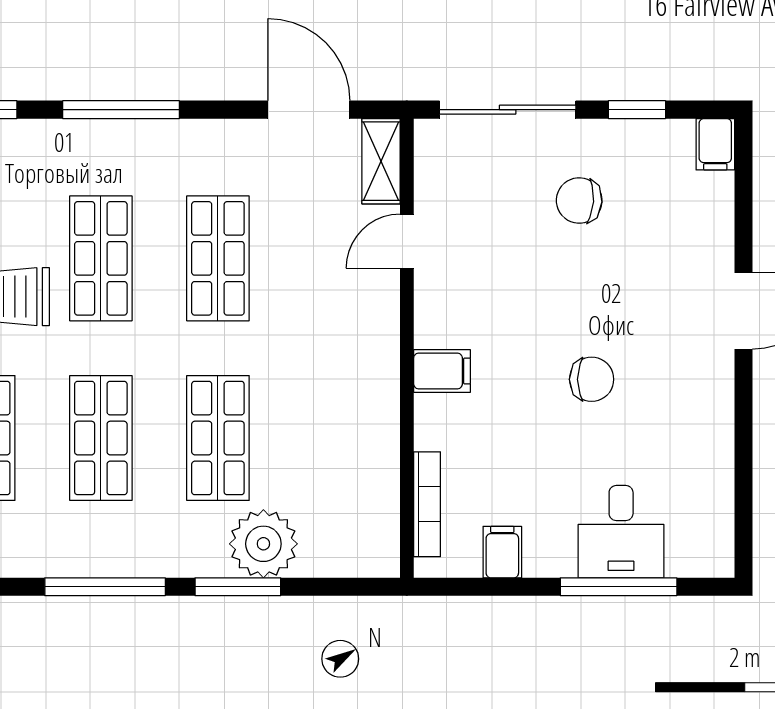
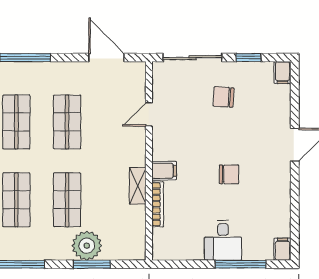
shelving: (381, 161) -> (138, 186), moved
bookcase: (427, 504) -> (158, 204), moved
desk: (621, 532) -> (223, 240), moved
filing cabinet: (502, 552) -> (282, 249), moved
window: (238, 587) -> (92, 264), moved

